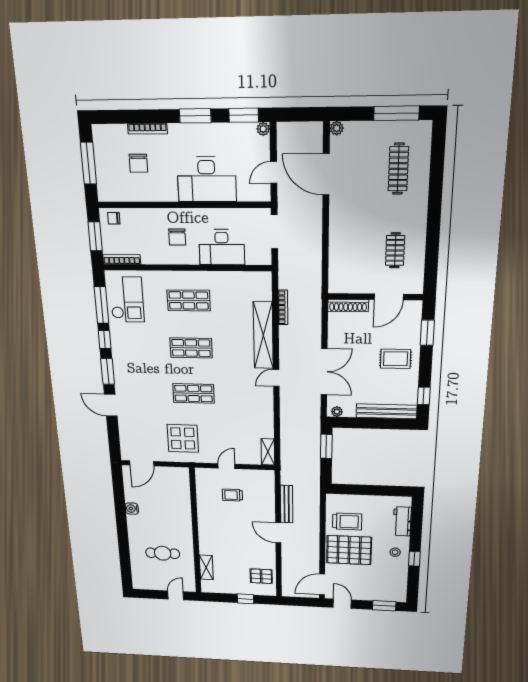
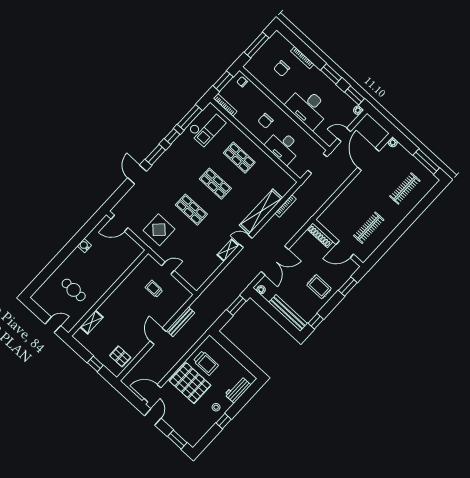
clothes rail: (395, 250) -> (369, 228), width x1.36
shelving: (268, 452) -> (228, 250), moved

